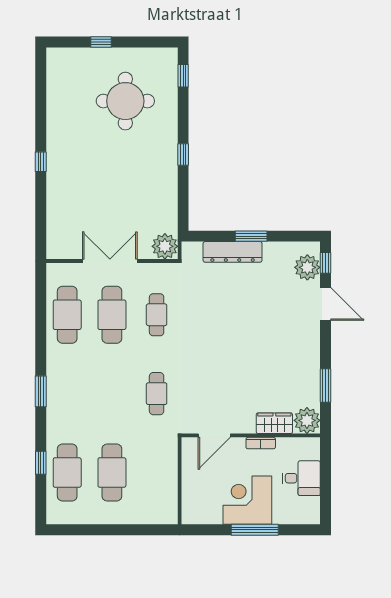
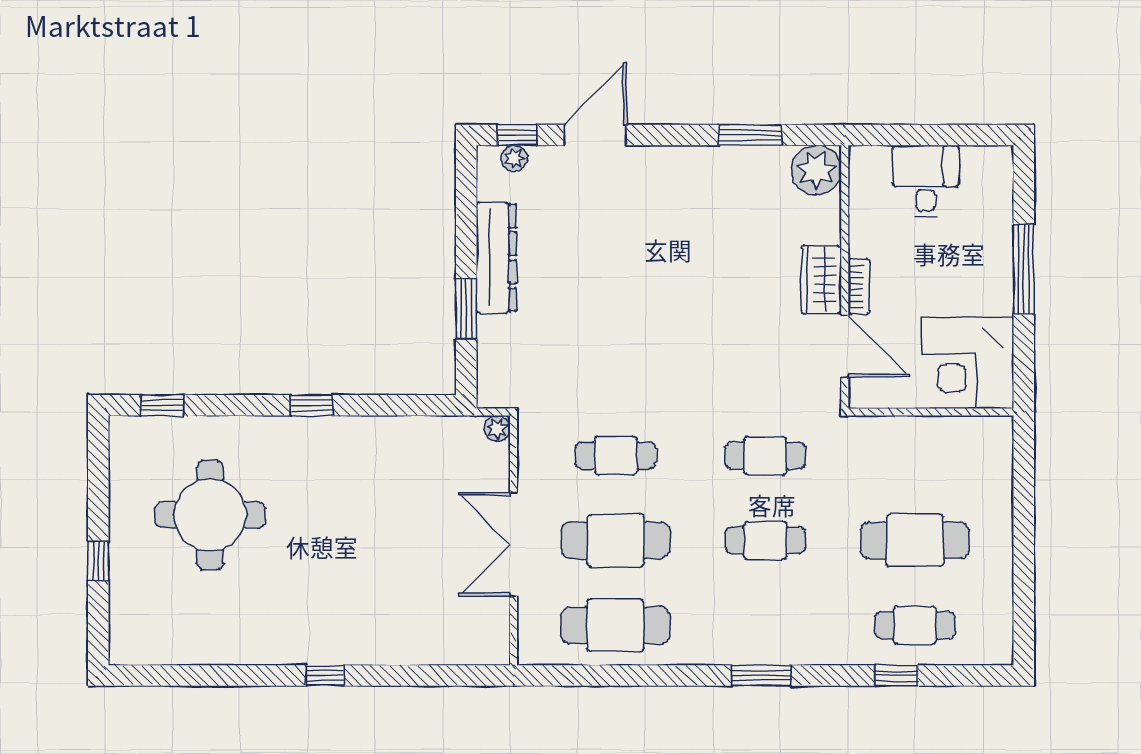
window: (251, 236) -> (466, 309), moved
plant: (165, 246) -> (497, 429), width x0.53, depth x0.53
dresser: (233, 252) -> (496, 258), moved
plant: (307, 267) -> (514, 158), width x0.53, depth x0.53
cafe table: (112, 394) -> (765, 540), added
wardrobe: (274, 423) -> (821, 280), moved
bookcase: (261, 443) -> (859, 286), moved
cafe table: (67, 473) -> (915, 625), width x0.73, depth x0.74
corner desk: (247, 500) -> (968, 363), moved

